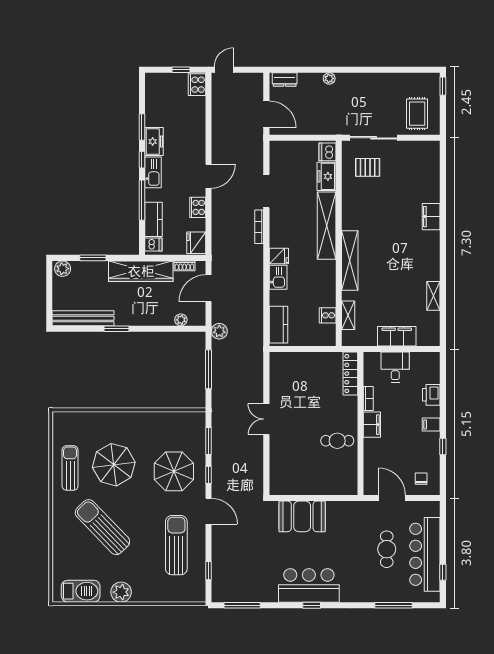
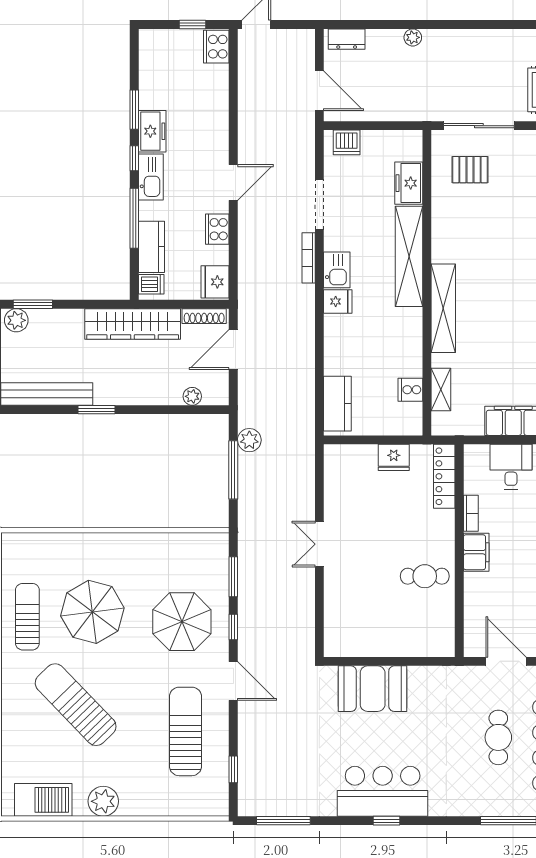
dishwasher: (327, 152) -> (347, 142), moved, turned -90
window: (93, 258) -> (33, 304), moved
shoe rack: (184, 266) -> (204, 316), width x1.43
kitchen sink: (278, 277) -> (337, 270), moved
plant: (219, 331) -> (249, 440), moved
fridge: (316, 361) -> (394, 457), added

